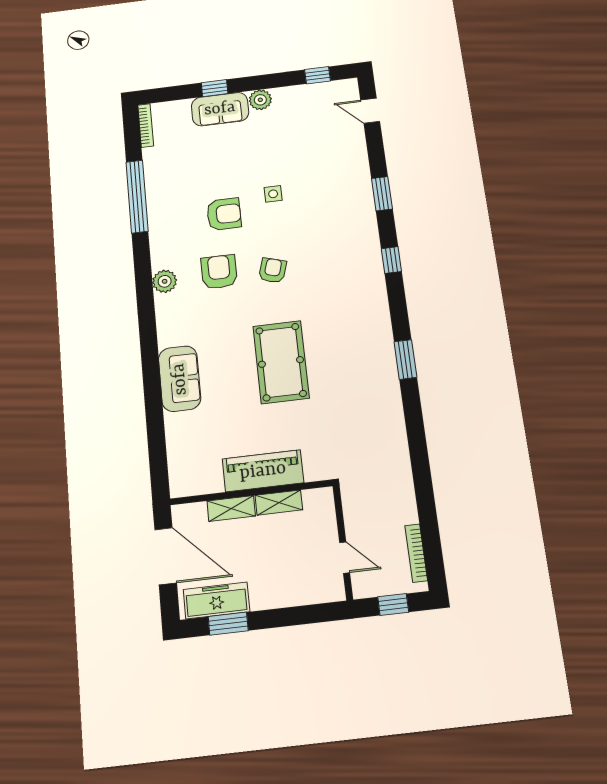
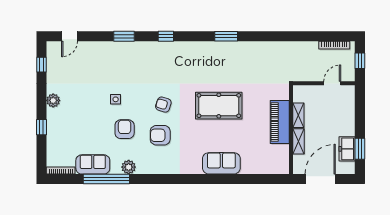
sofa: (220, 109) -> (93, 164), moved, turned -90
plant: (165, 281) -> (129, 167), moved
freezer: (216, 601) -> (347, 149), width x0.71

